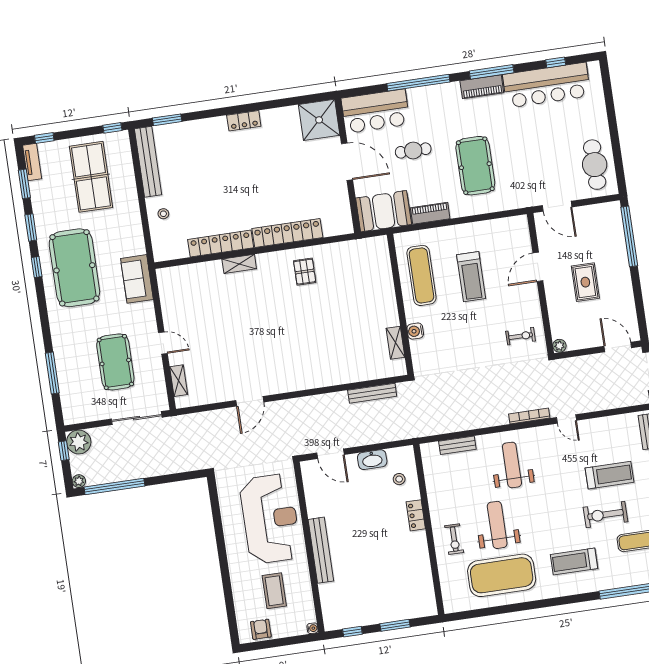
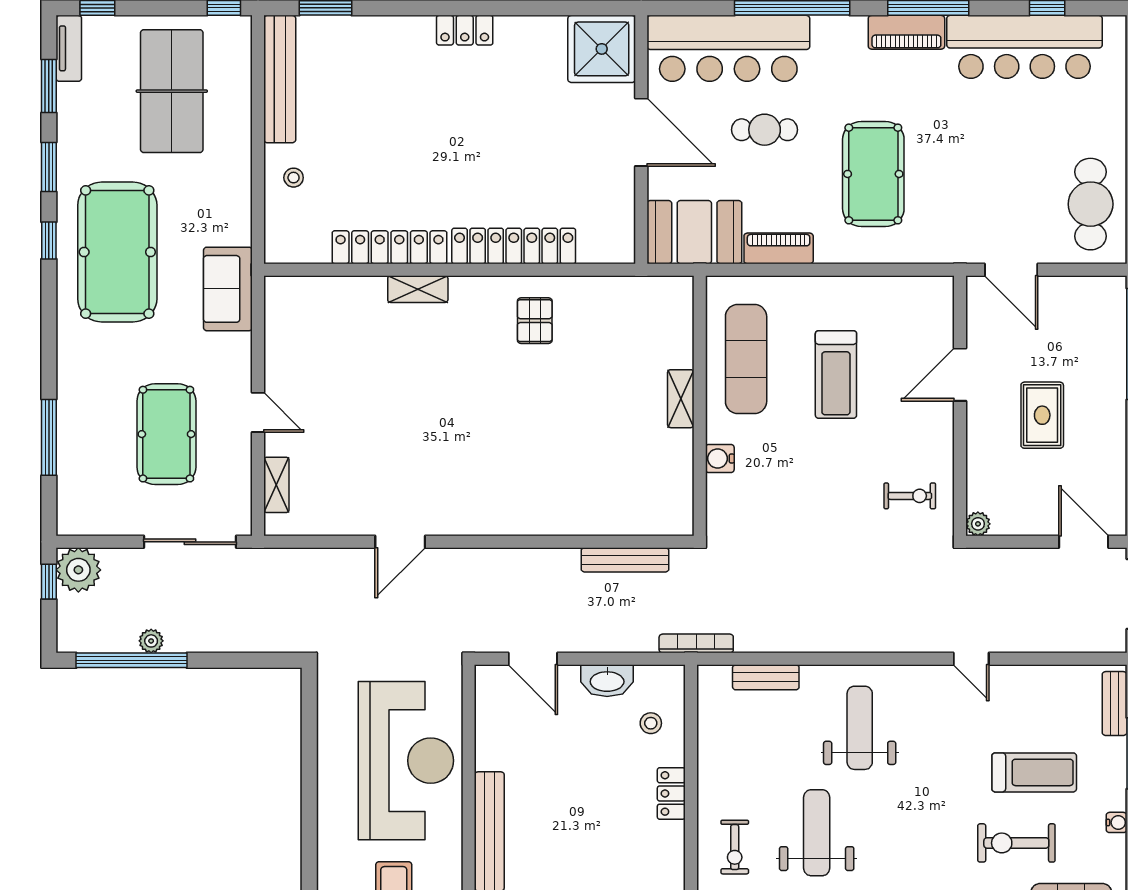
bar counter: (376, 111) -> (728, 48), width x1.36
shelving: (395, 343) -> (681, 399), moved
bookcase: (529, 416) -> (696, 643), moved
plant: (79, 481) -> (151, 641), moved

